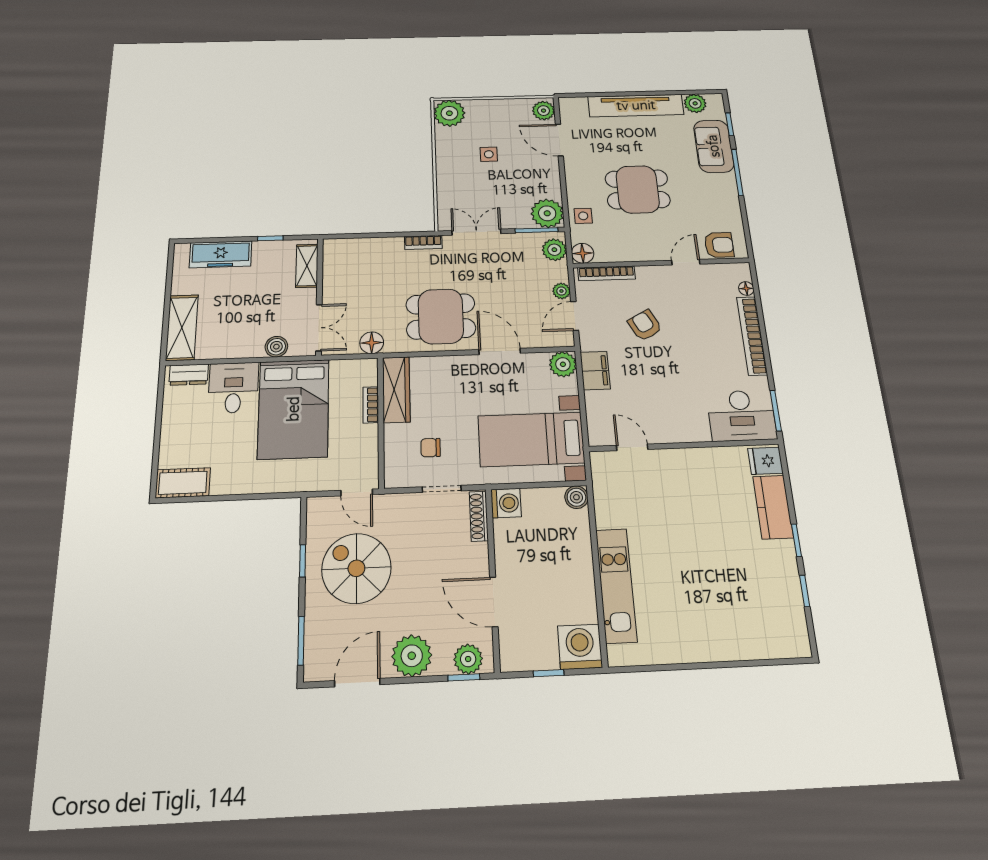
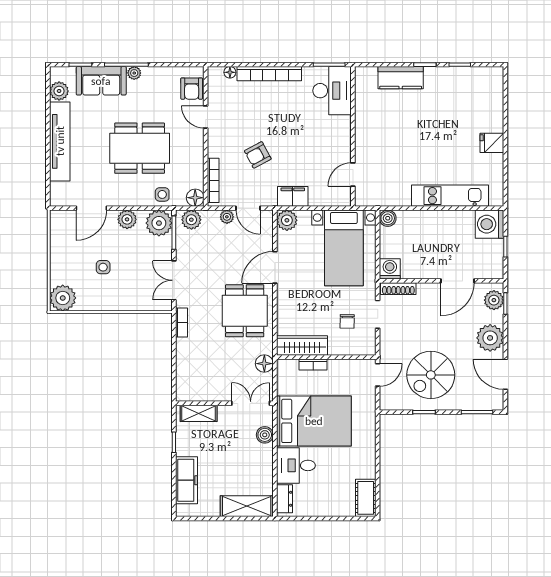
plant: (544, 111) -> (127, 219), moved
plant: (728, 181) -> (134, 73), added
dining table: (638, 189) -> (140, 148), width x1.37
armchair: (719, 245) -> (192, 89), turned 180
fridge: (765, 461) -> (492, 143), moved, turned 90

